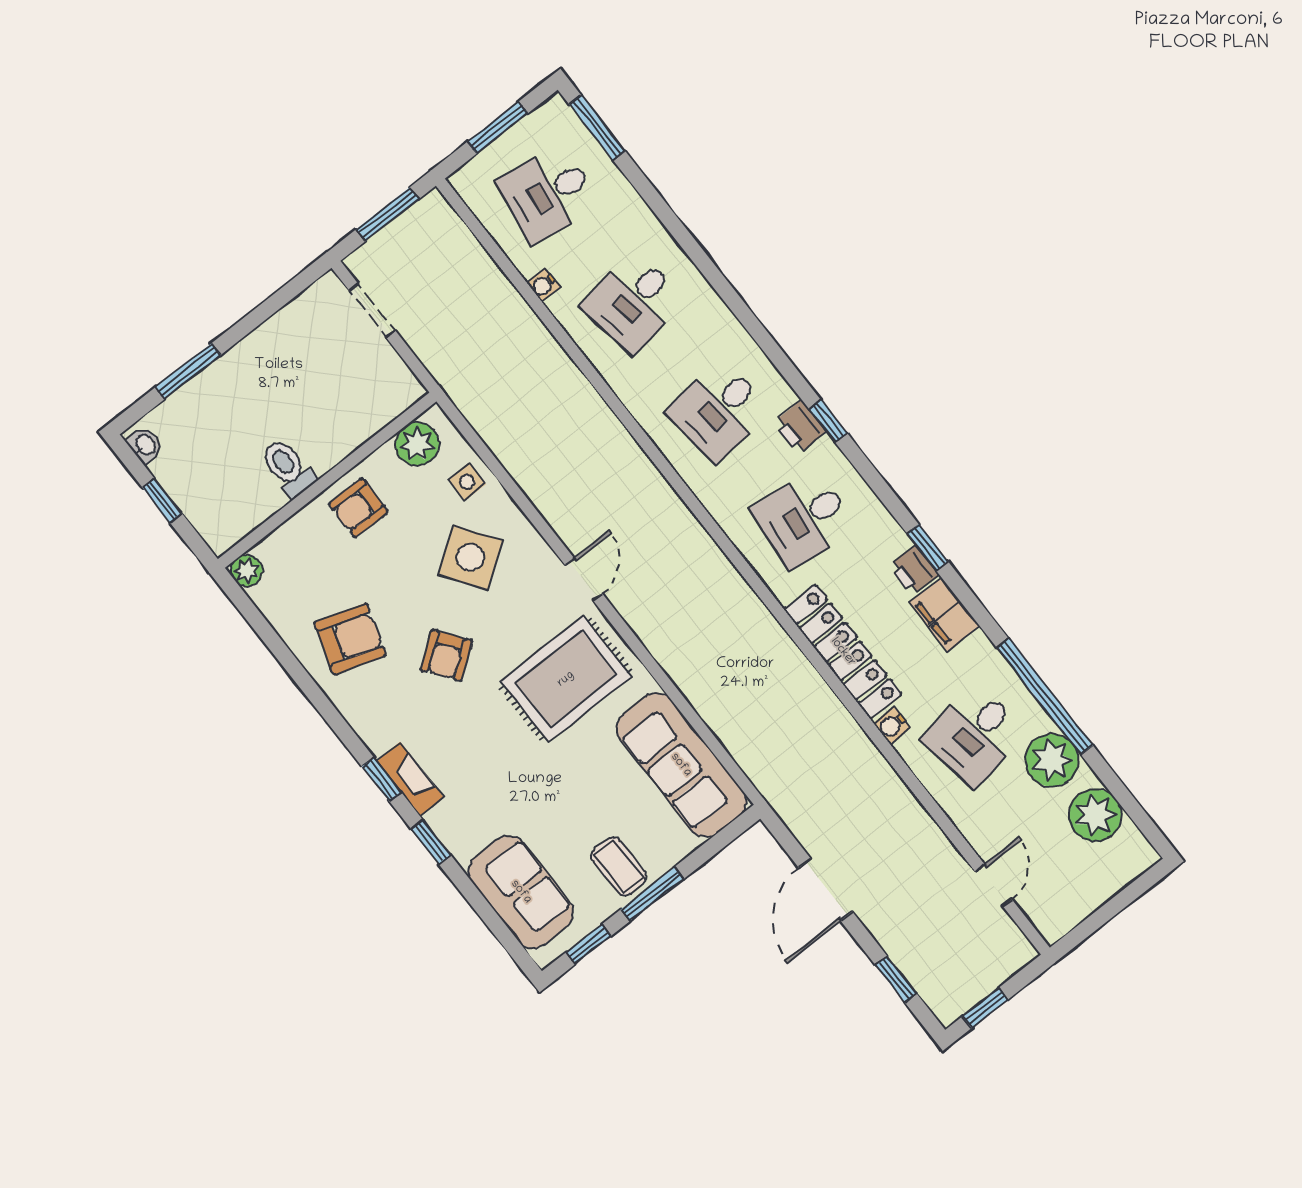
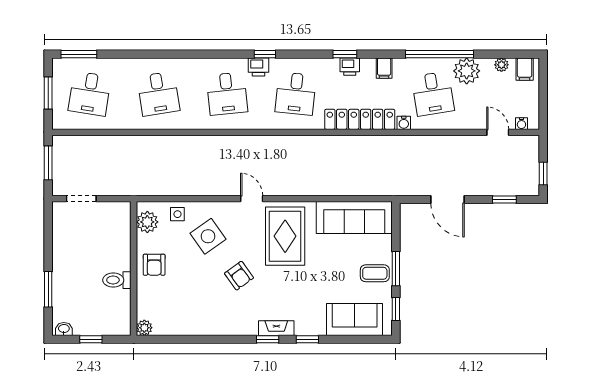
water cooler: (544, 285) -> (521, 124), moved
filing cabinet: (944, 614) -> (384, 68), width x0.50
armchair: (350, 639) -> (203, 308), removed
plant: (1095, 815) -> (501, 65), width x0.53, depth x0.53
filing cabinet: (1127, 849) -> (525, 69), added

